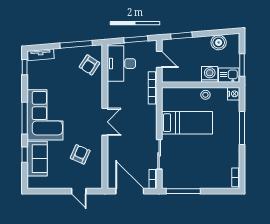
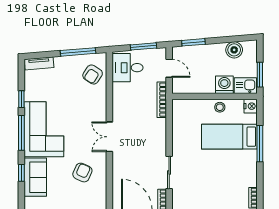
desk: (121, 64) -> (128, 68), width x0.73
window: (25, 67) -> (21, 99), moved
double door: (105, 122) -> (109, 137), swing flipped
bed: (187, 123) -> (229, 137), moved, turned 180

